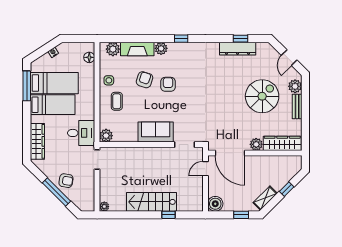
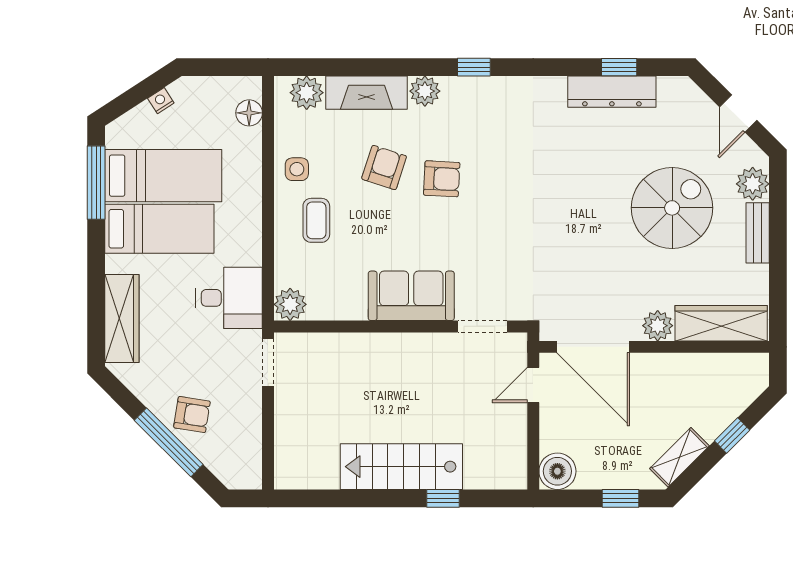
armchair: (168, 84) -> (442, 179), turned 93
plant: (104, 207) -> (286, 478), removed

